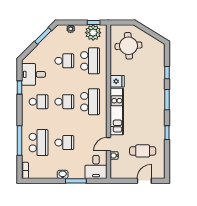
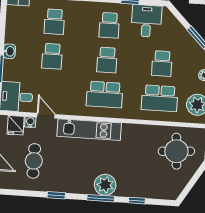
fridge: (117, 81) -> (16, 125), moved
plant: (157, 97) -> (105, 185), added
school desk: (39, 143) -> (54, 22), width x0.54

